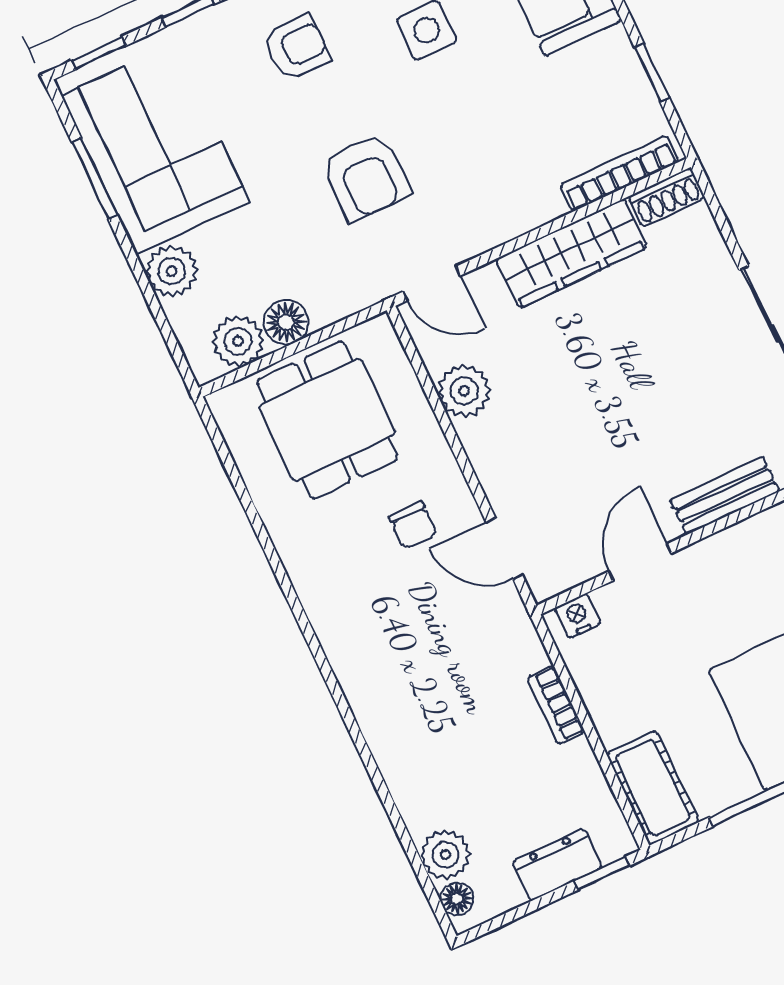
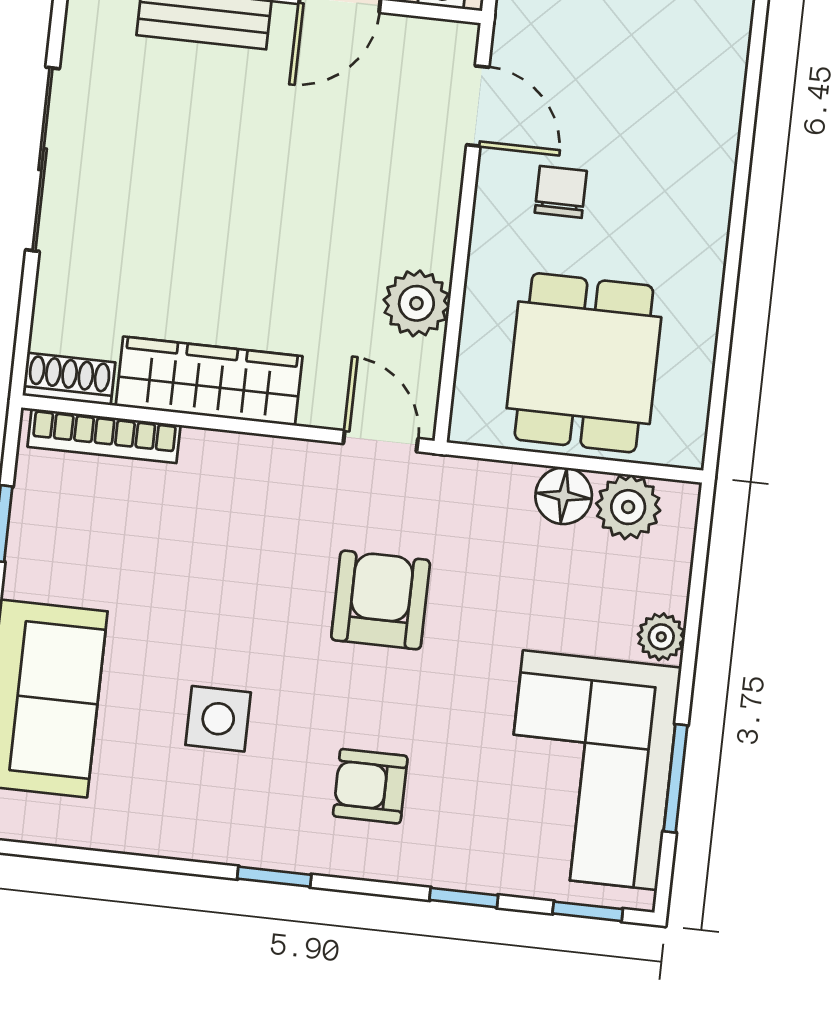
plant: (172, 271) -> (661, 637), width x0.73, depth x0.73

